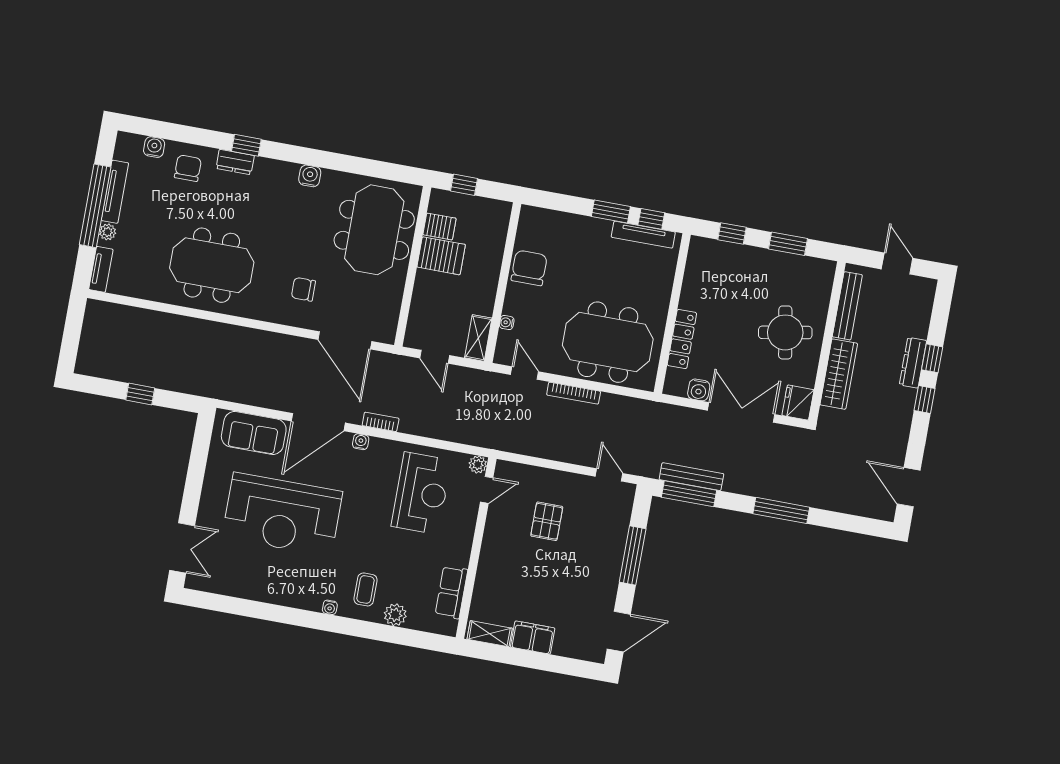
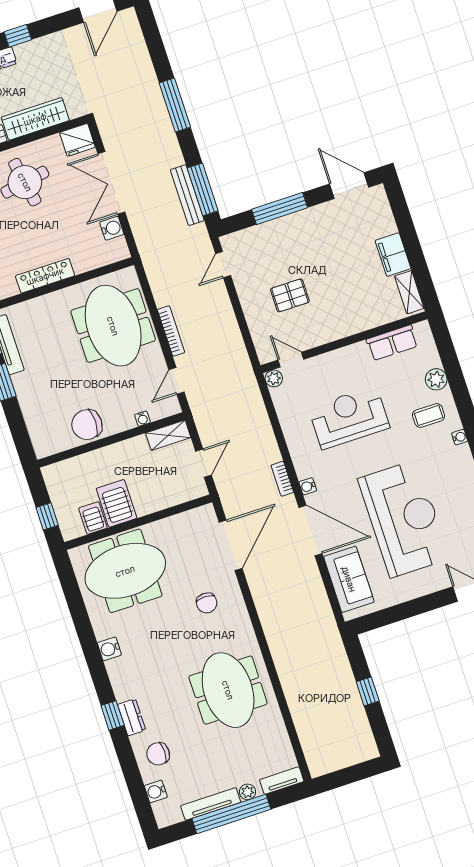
locker: (682, 339) -> (45, 276), moved
reception desk: (421, 493) -> (349, 417), moved

